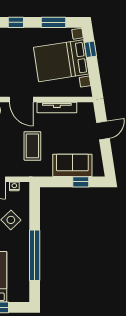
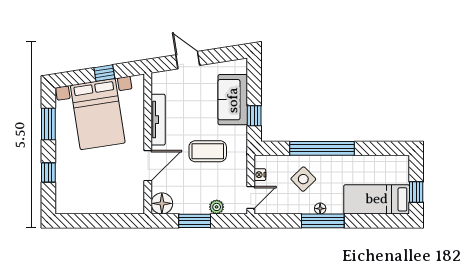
window: (90, 49) -> (104, 73), moved
window: (81, 182) -> (254, 116), moved
window: (35, 255) -> (322, 148), moved

